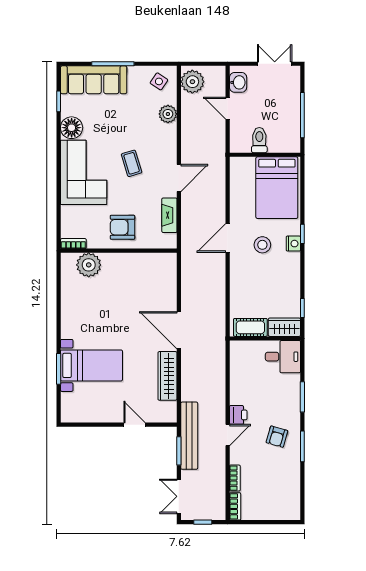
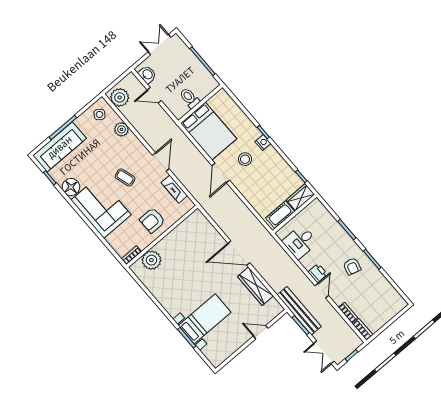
bed: (277, 188) -> (209, 131), moved
desk: (283, 357) -> (300, 242), moved, turned 180

